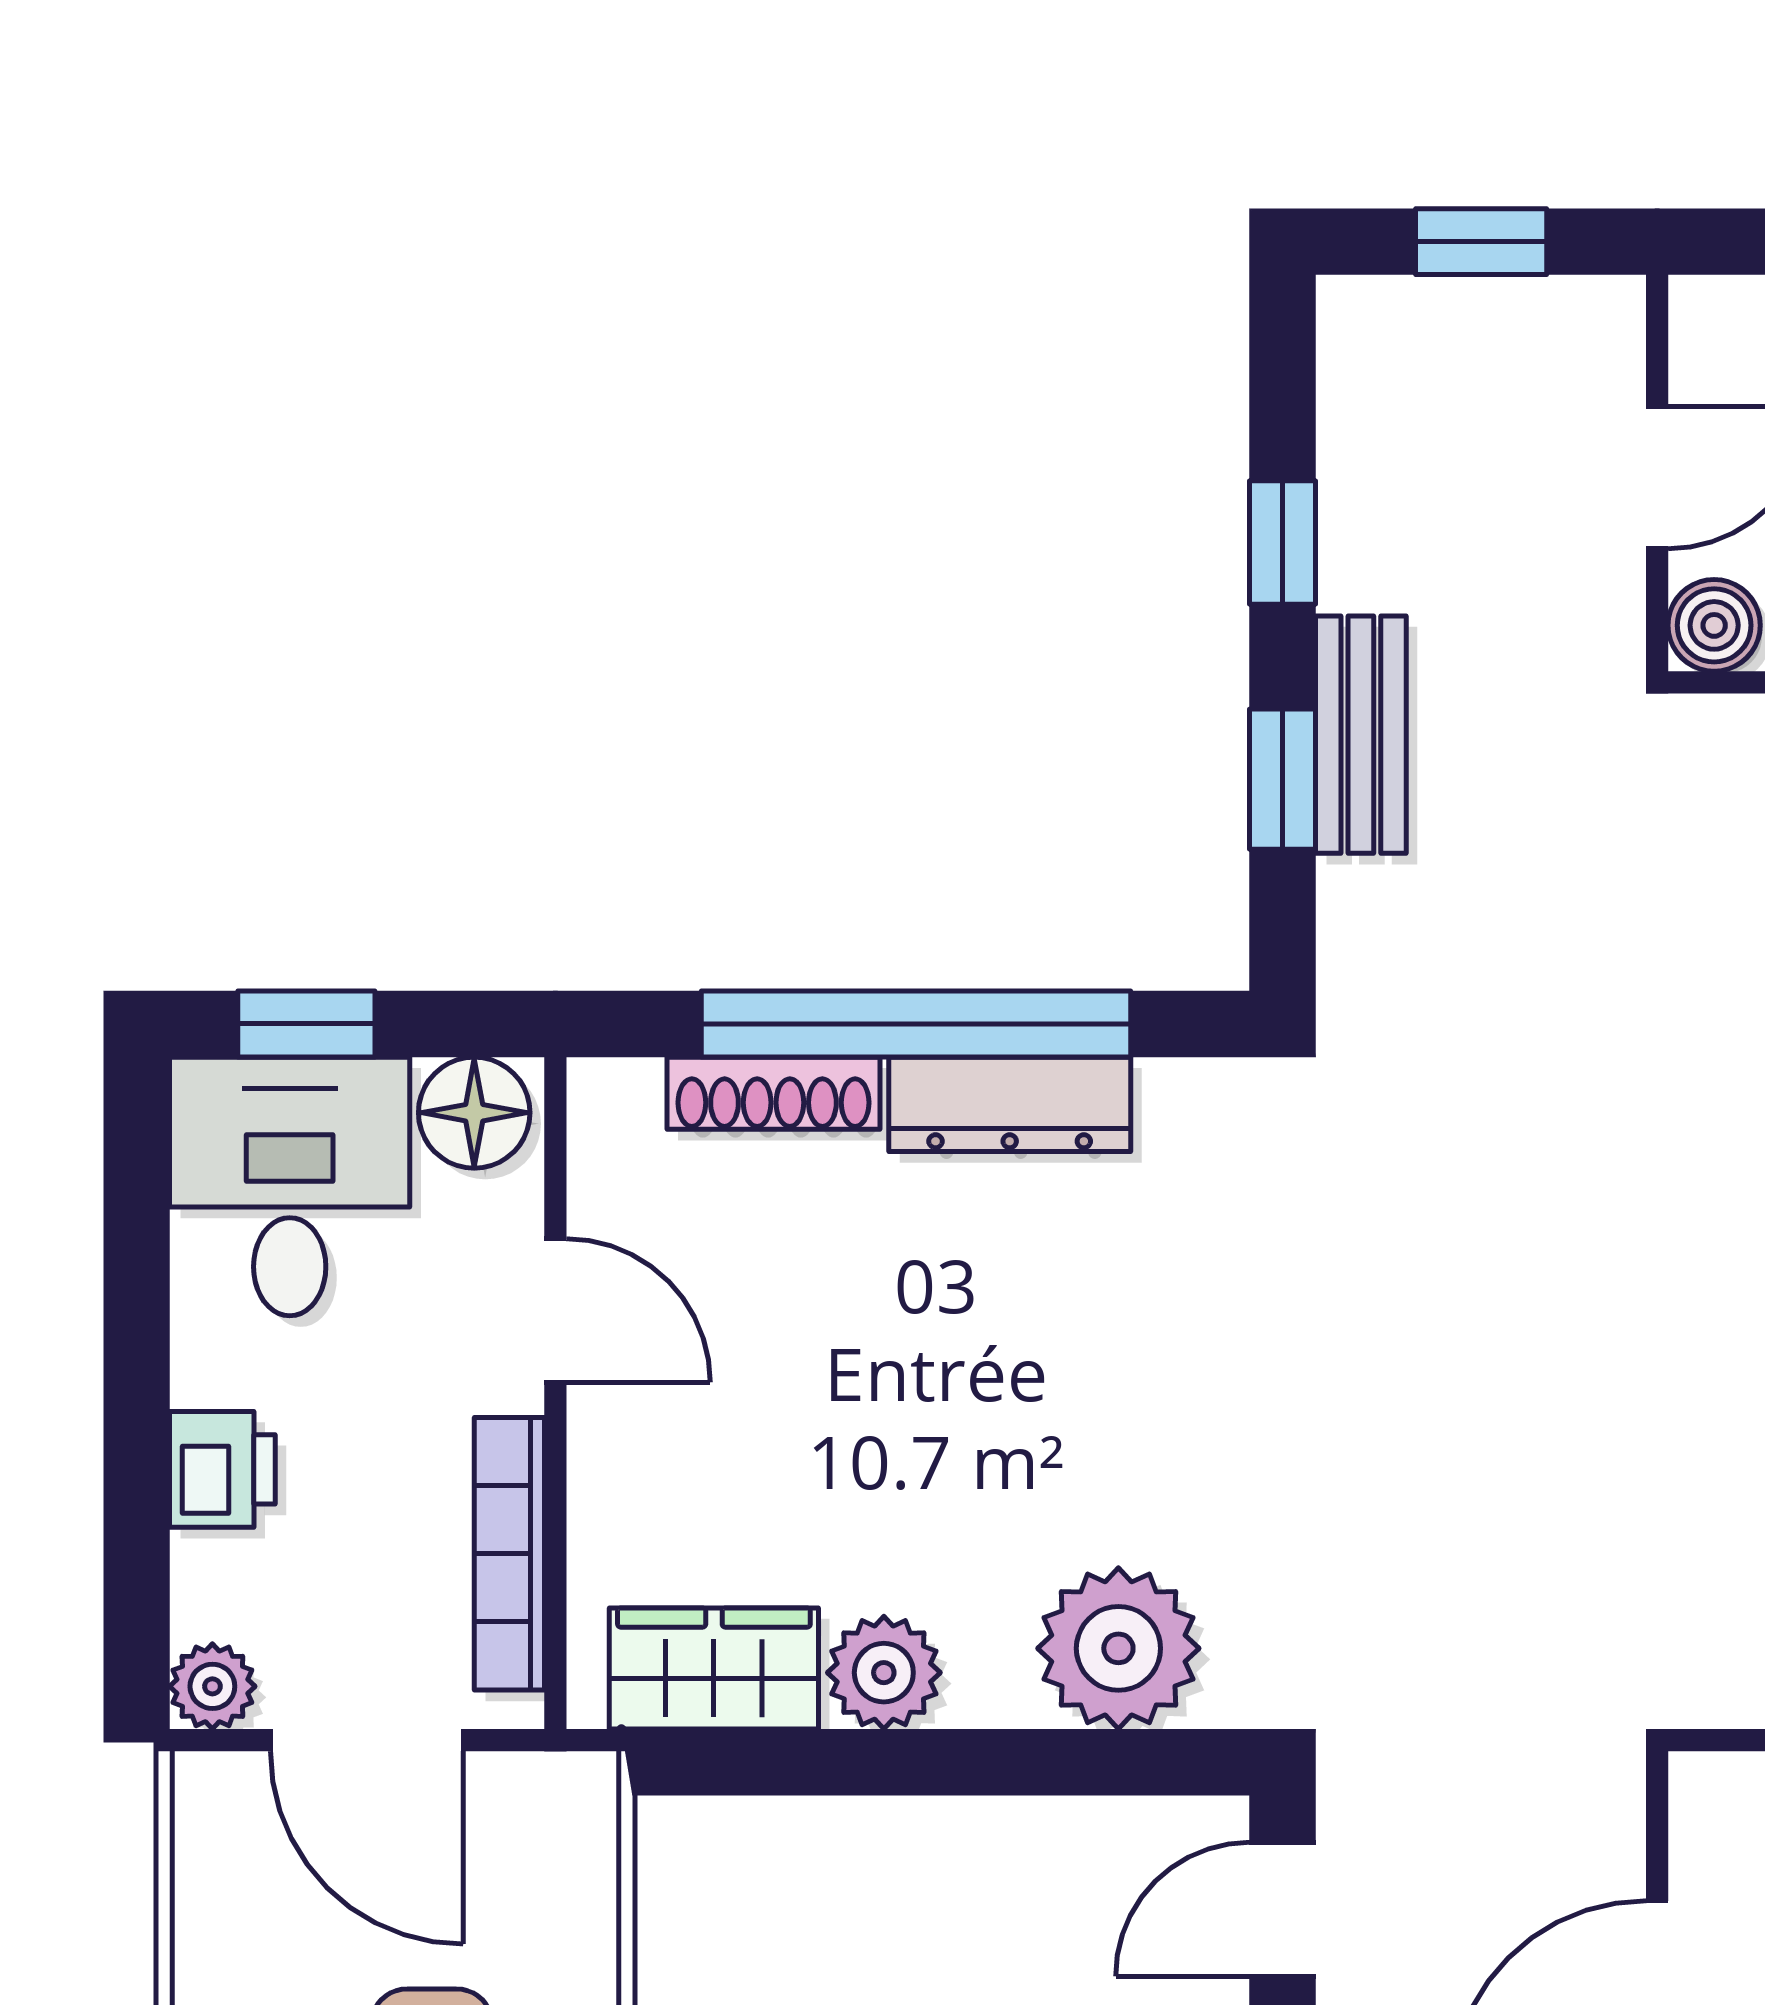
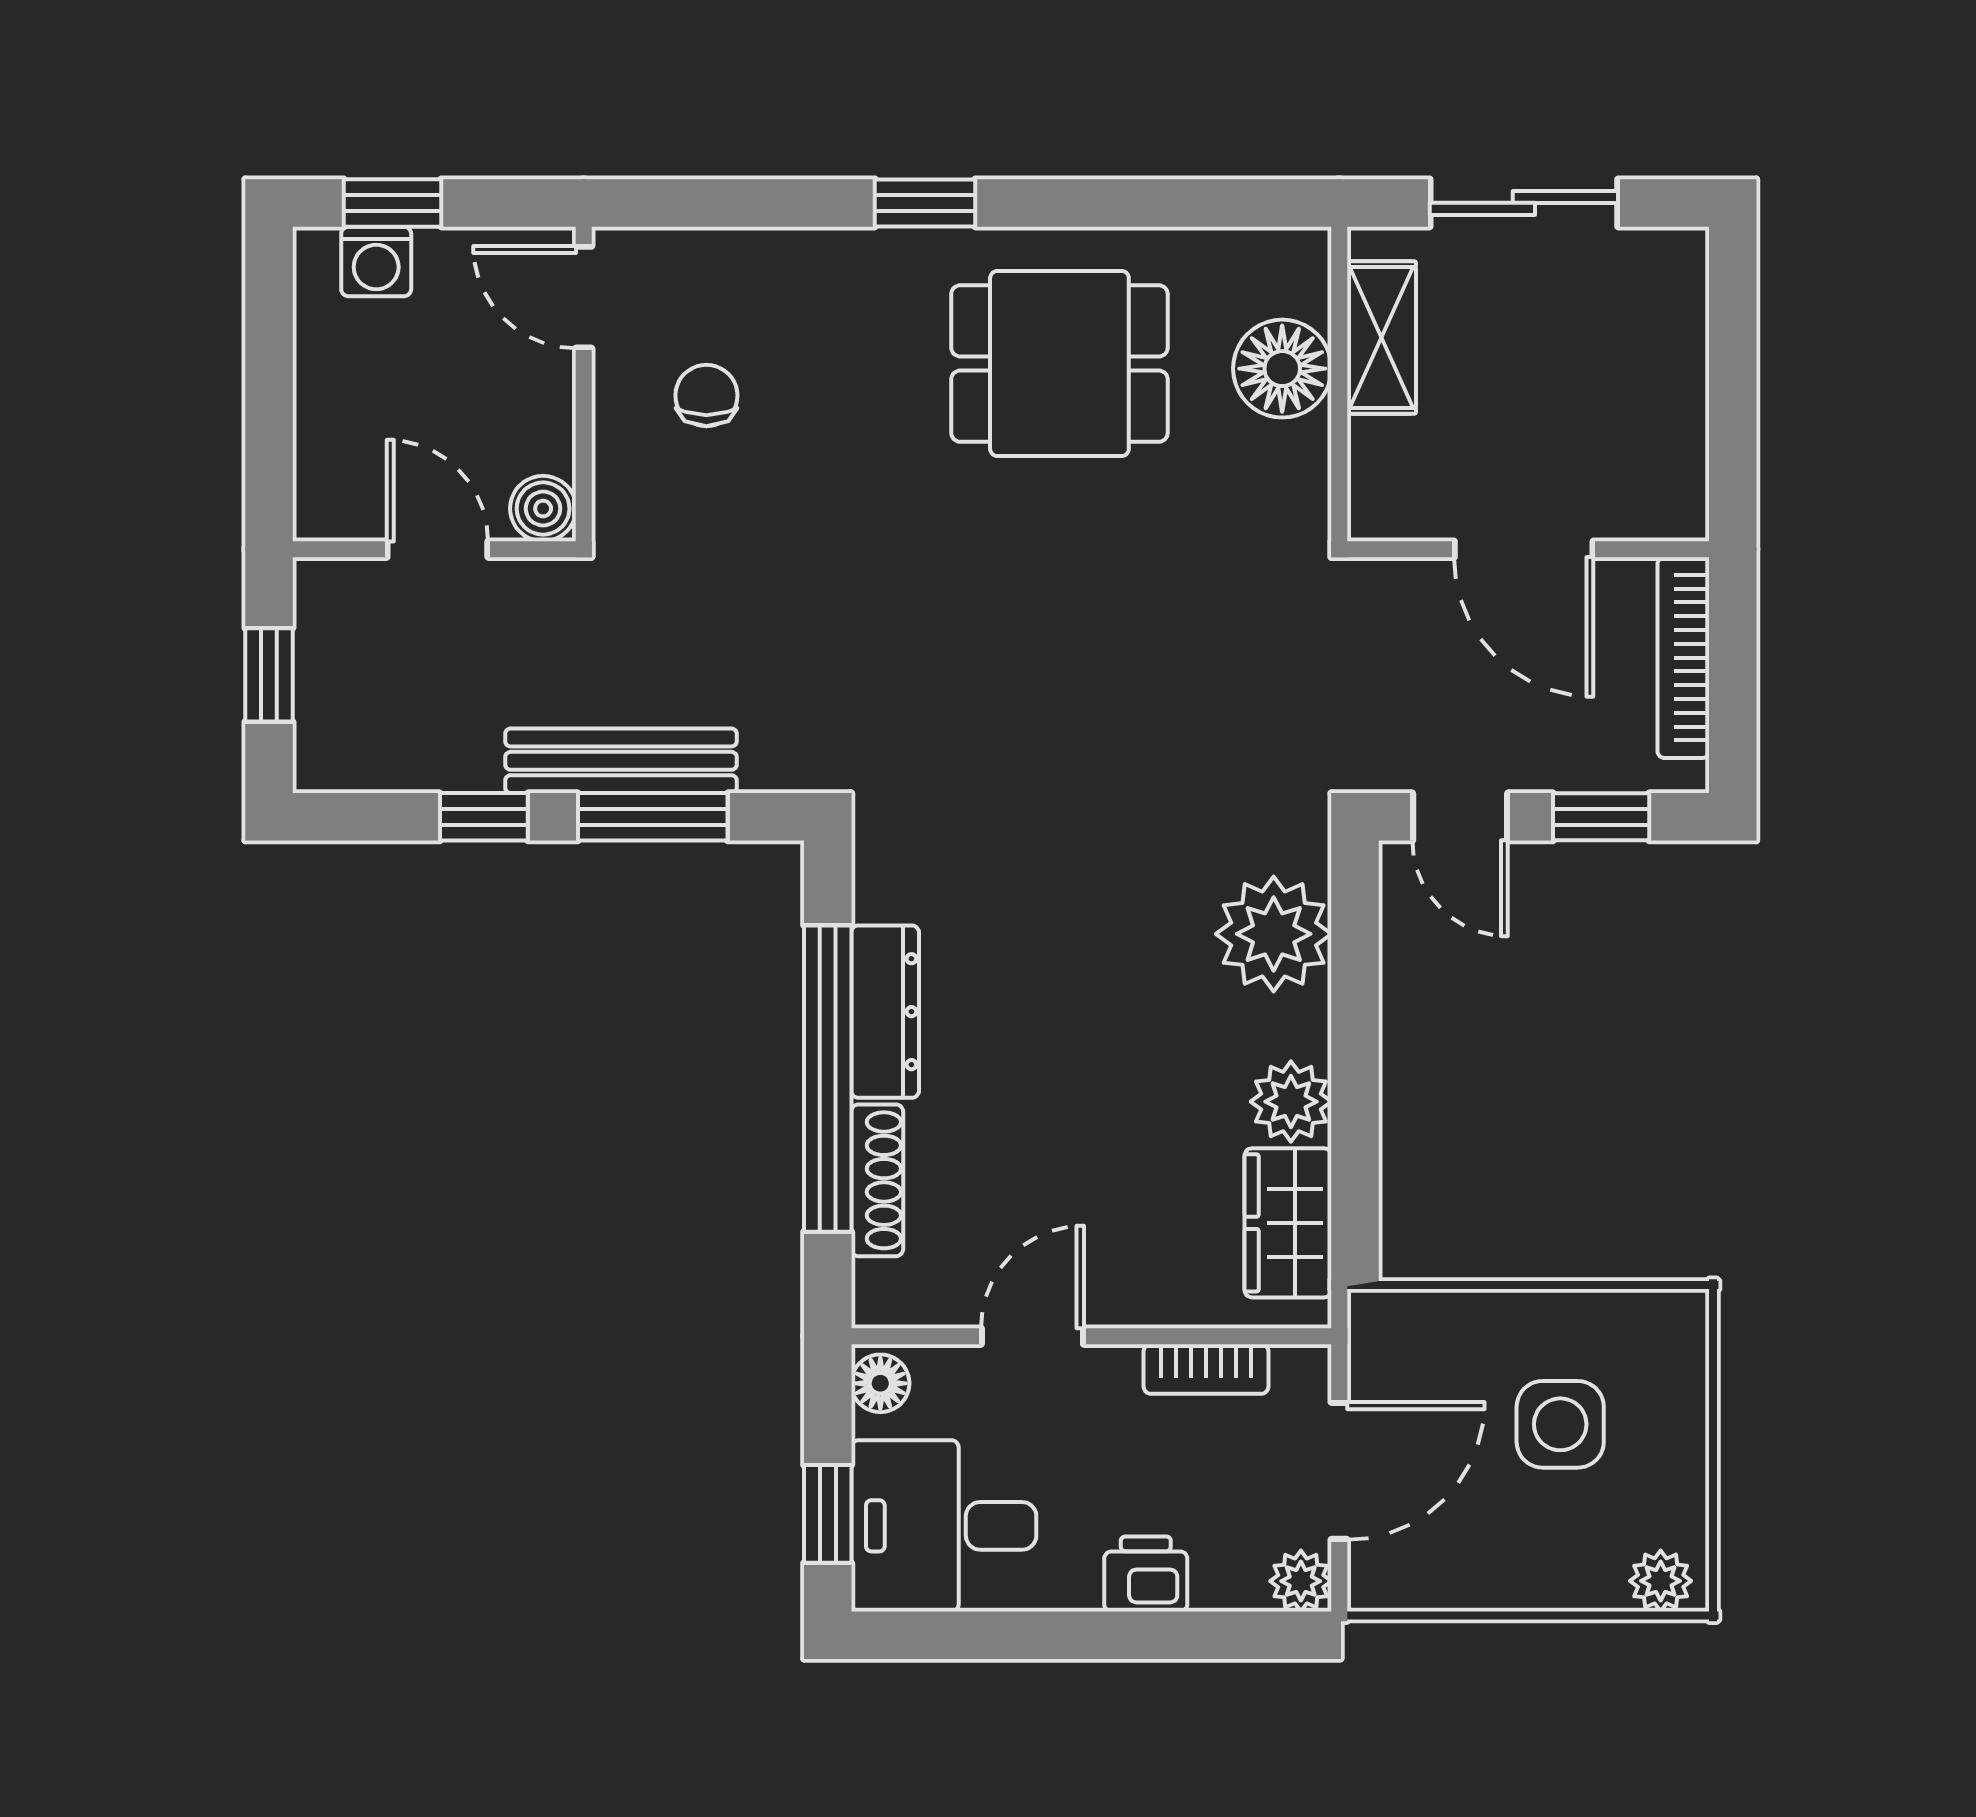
bench: (1361, 735) -> (621, 761), width x1.36
window: (1283, 779) -> (653, 817), width x1.50
floor lamp: (474, 1113) -> (880, 1383), width x0.73, depth x0.73
bookcase: (509, 1554) -> (1206, 1369), width x0.64

